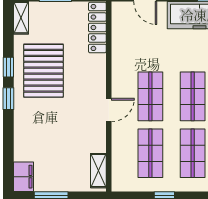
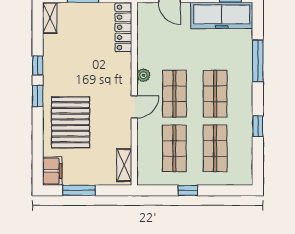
pallet: (43, 71) -> (71, 122), moved
plant: (118, 77) -> (143, 75), added

